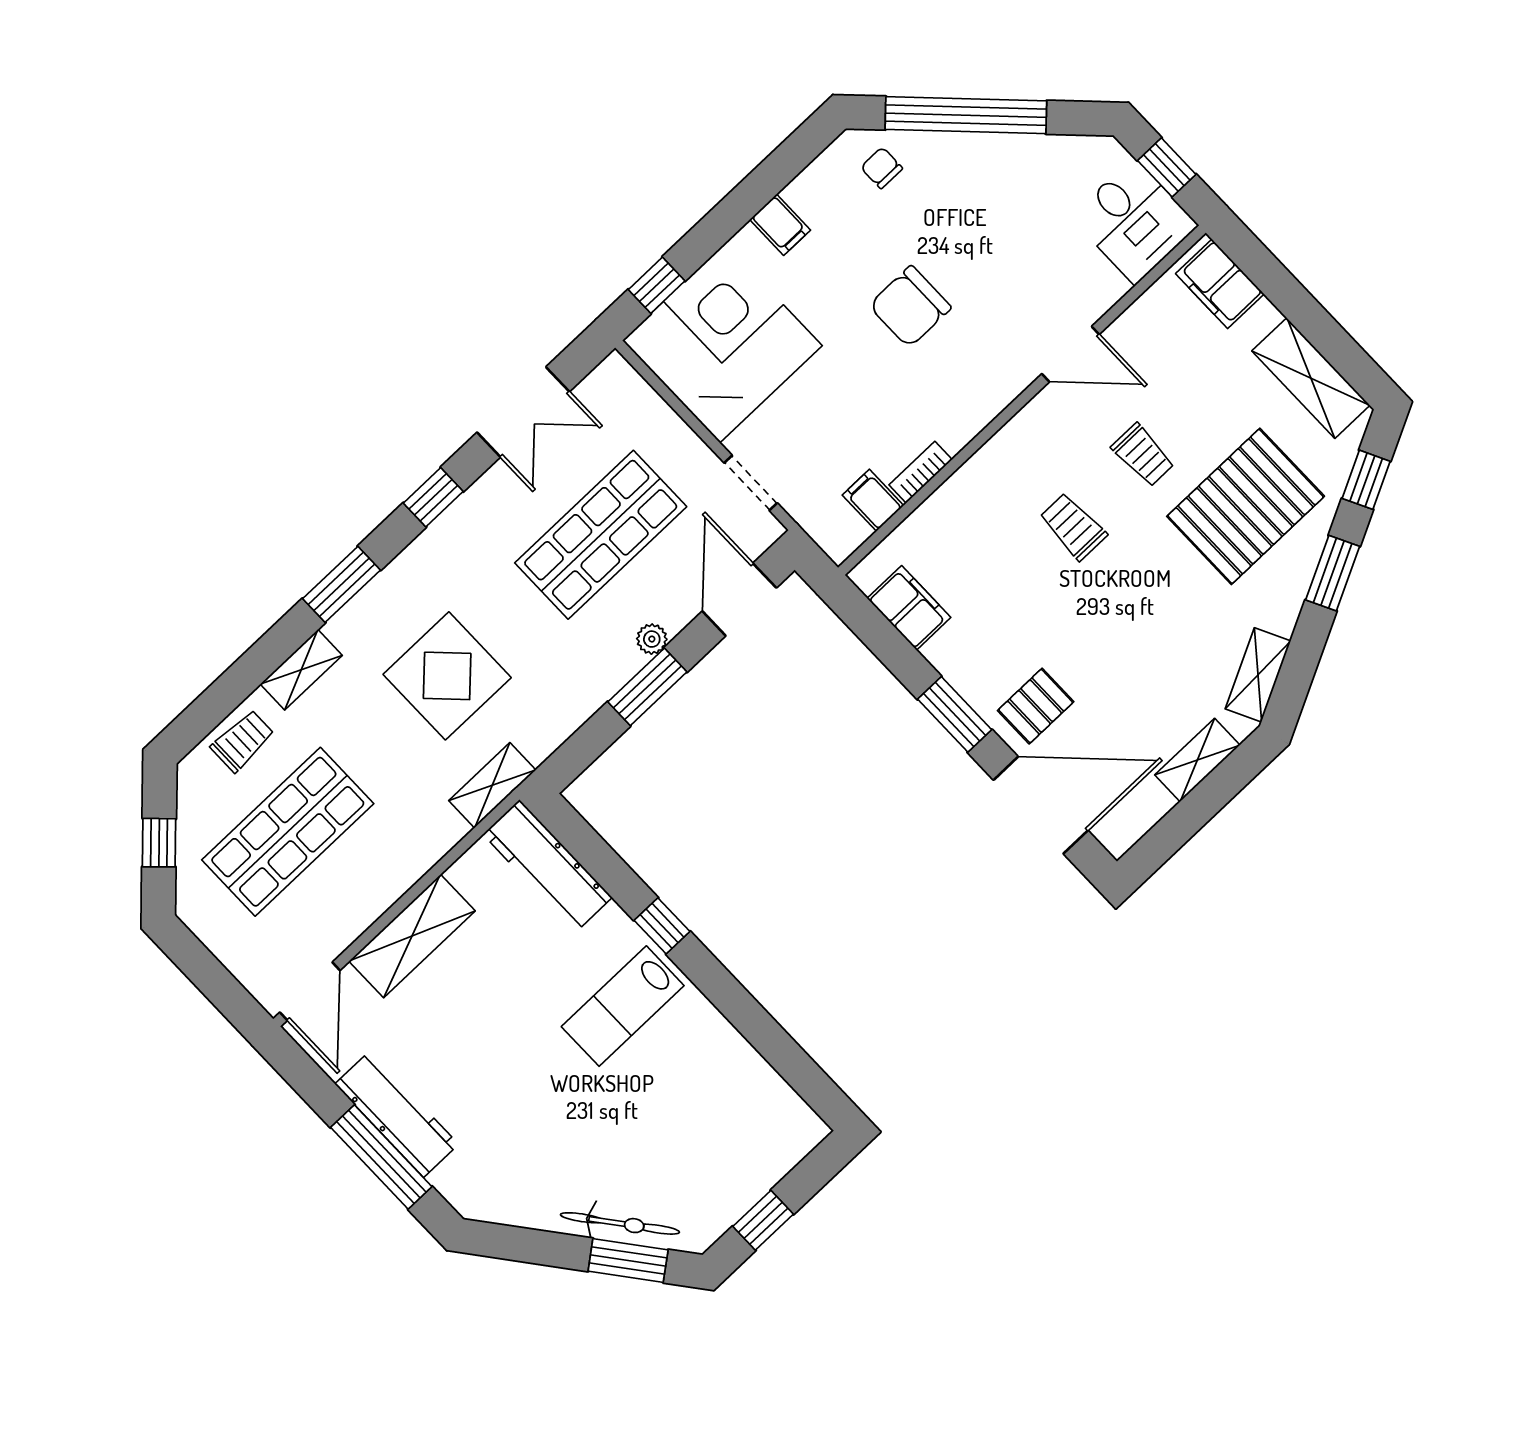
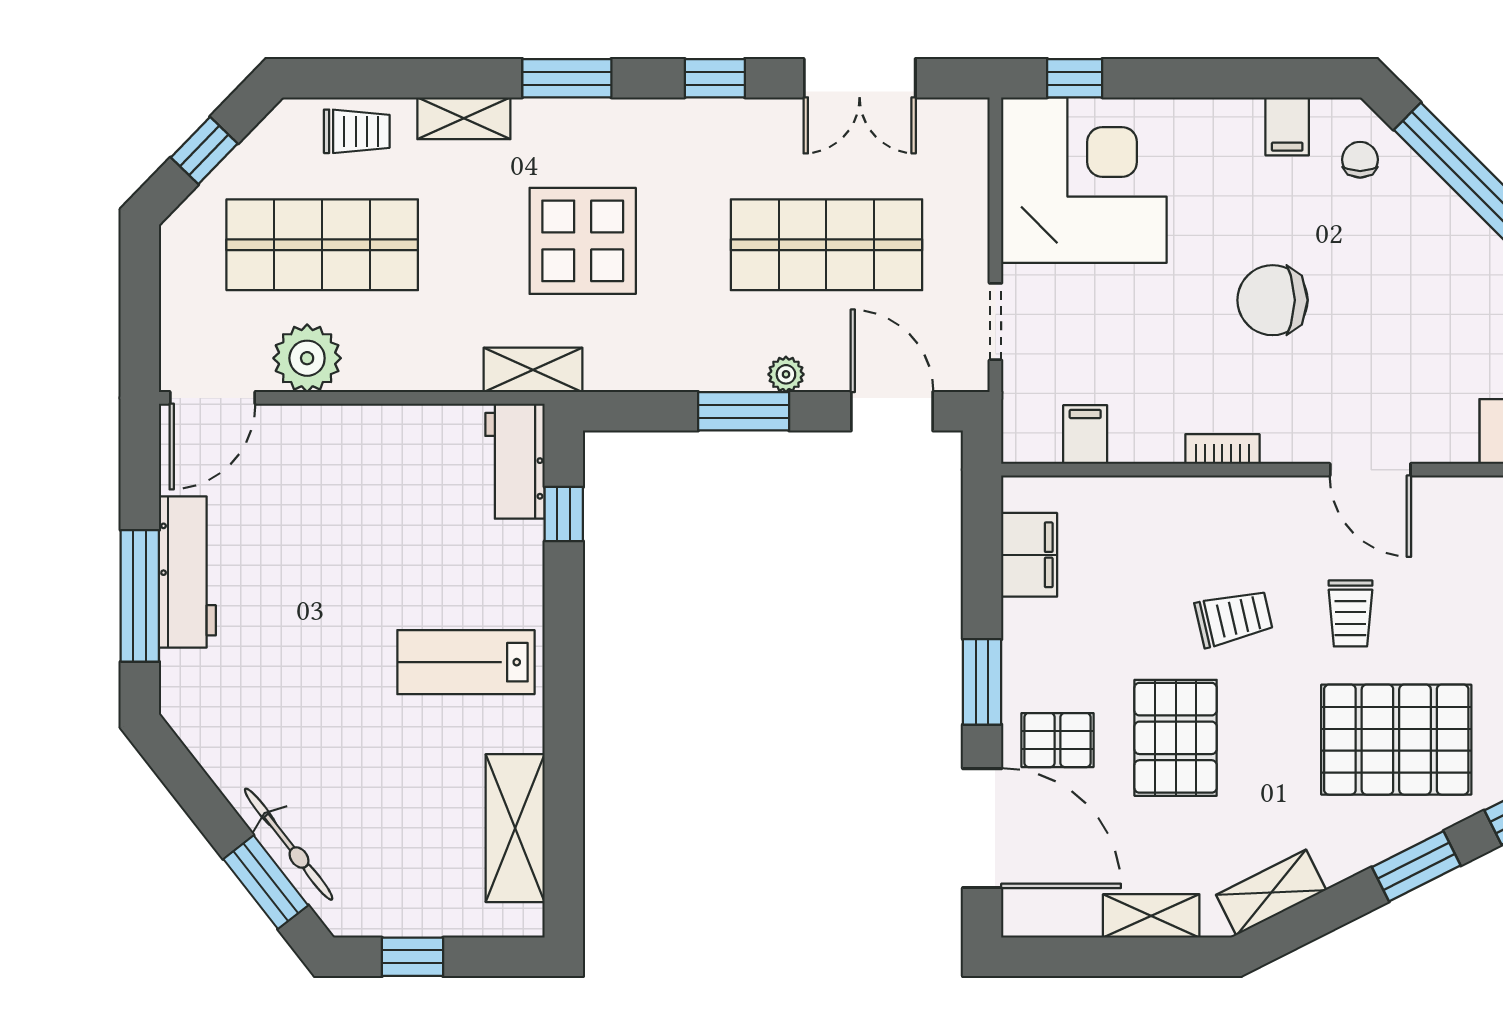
filing cabinet: (780, 225) -> (1287, 126), moved
bookcase: (921, 472) -> (1222, 449), moved
trolley: (1073, 527) -> (1234, 618), turned 77
door: (739, 600) -> (892, 411), hinge flipped
pallet: (1108, 635) -> (1176, 738), added
workbench: (548, 866) -> (515, 461), width x0.73
plant: (345, 911) -> (307, 358), added
window: (662, 926) -> (564, 514), moved
shelving: (412, 936) -> (515, 828), moved, turned 90

